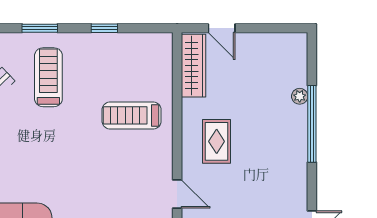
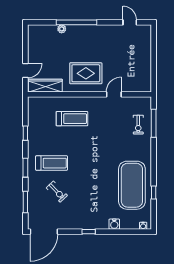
treadmill: (48, 77) -> (52, 163), turned 180
treadmill: (132, 115) -> (72, 119), turned -90
rug: (217, 141) -> (86, 73), width x1.36, depth x1.43

